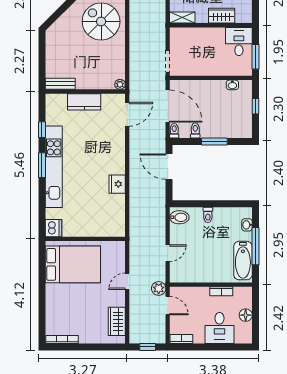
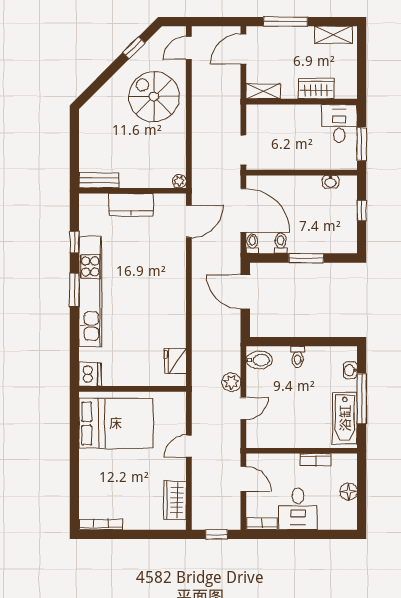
fridge: (117, 184) -> (175, 361), moved
plant: (159, 288) -> (231, 382), moved
desk: (219, 328) -> (298, 509), moved

